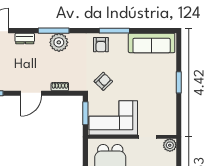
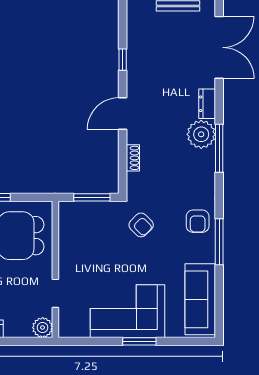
plant: (59, 42) -> (201, 134), moved
armchair: (101, 45) -> (198, 221), turned -90
door: (31, 93) -> (123, 114), hinge flipped
corner sofa: (113, 118) -> (128, 311), moved, turned -90

